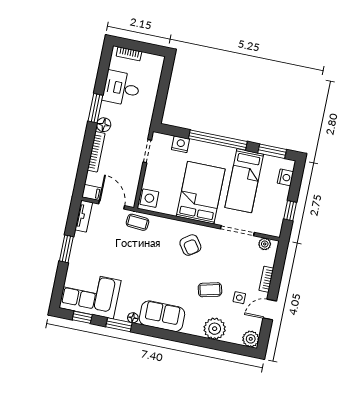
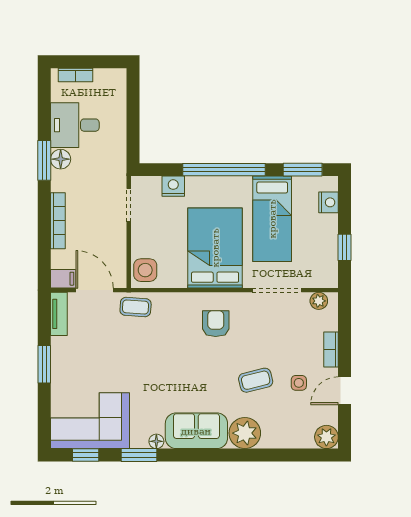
floor lamp: (104, 125) -> (61, 159), moved
armchair: (190, 245) -> (216, 324), turned -145
plant: (215, 329) -> (245, 433), moved

